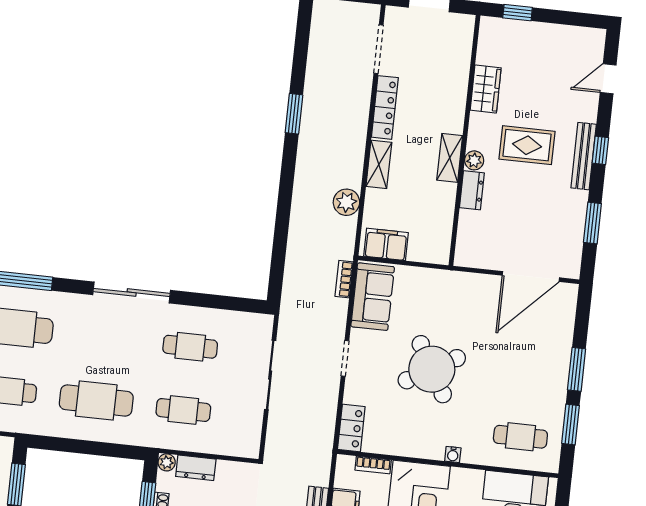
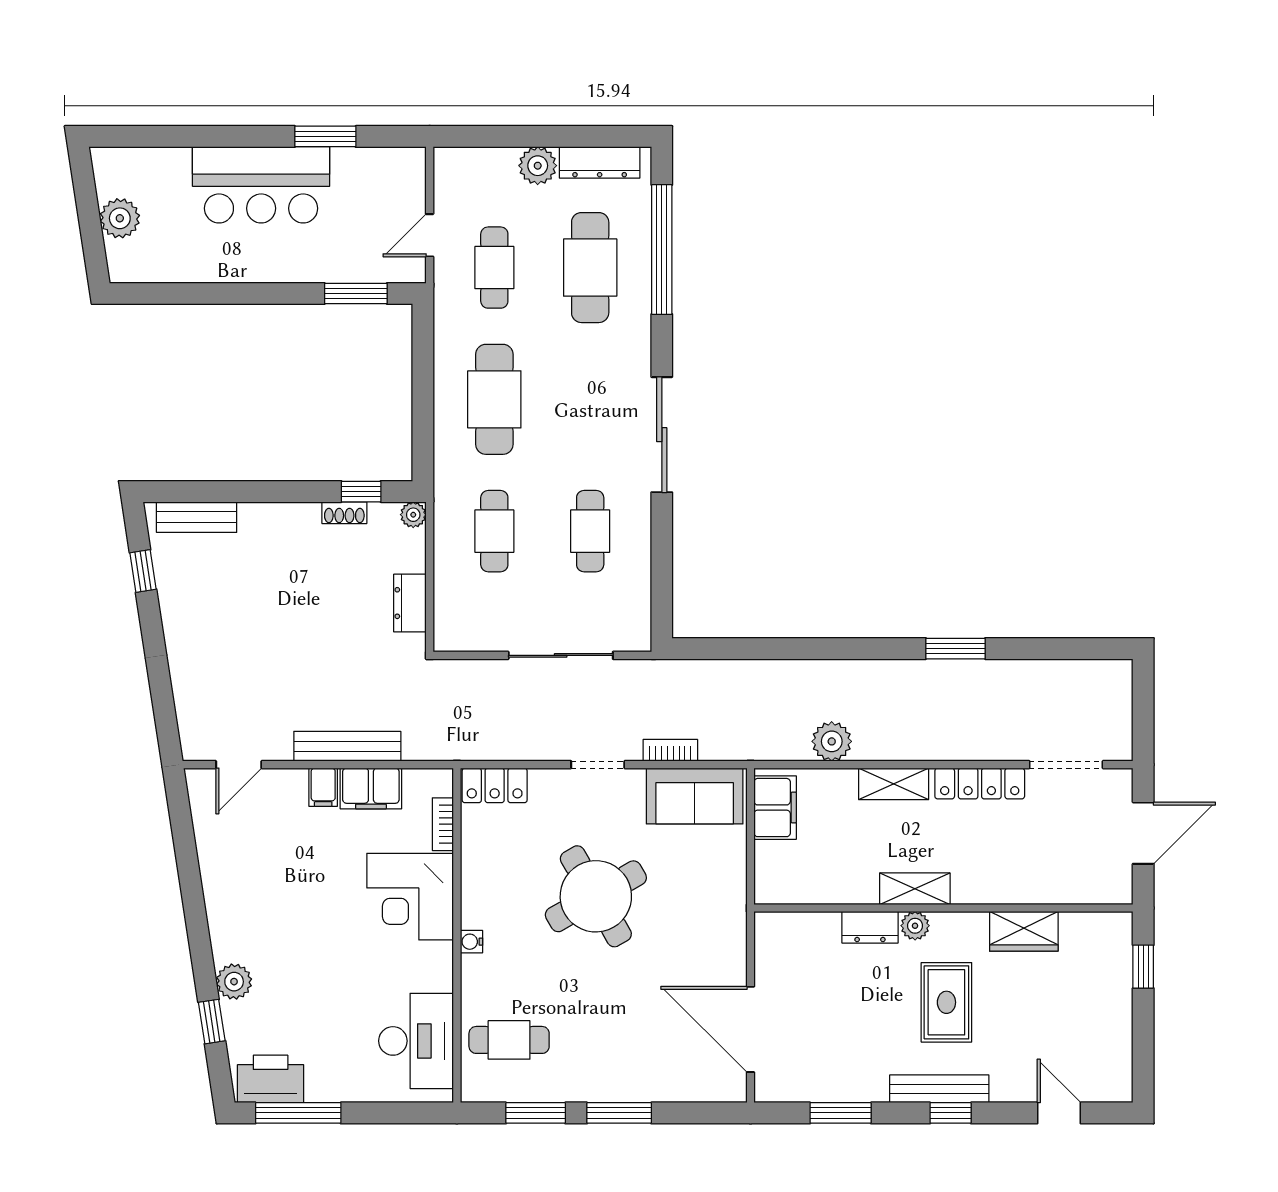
bookcase: (344, 279) -> (670, 750), moved
cafe table: (520, 437) -> (509, 1040), turned 90
dresser: (196, 468) -> (410, 603), moved

